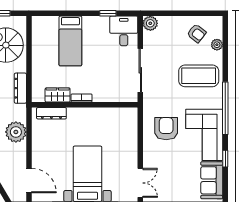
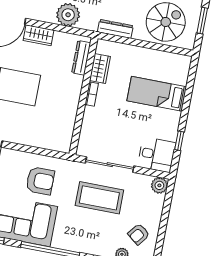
coffee table: (199, 76) -> (99, 198), moved, turned 90
wardrobe: (39, 154) -> (39, 35), added

